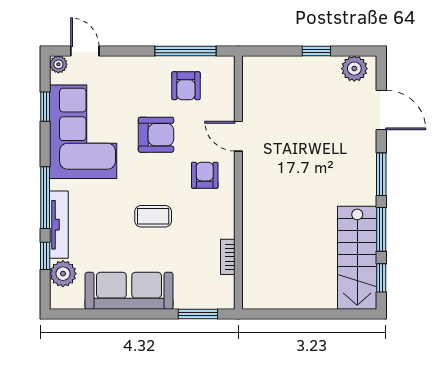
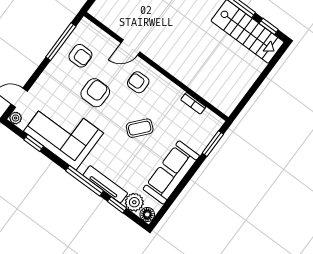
coffee table: (153, 216) -> (140, 128), turned 41
floor lamp: (60, 299) -> (147, 214), added

